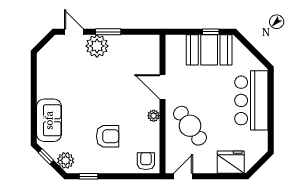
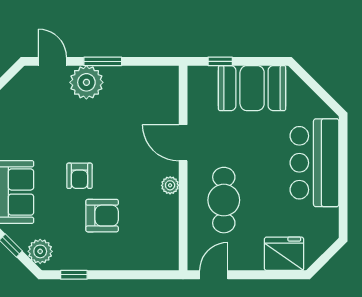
window: (211, 32) -> (220, 61), moved
cafe table: (190, 126) -> (224, 200), turned 36
armchair: (146, 161) -> (79, 176), moved, turned 180

